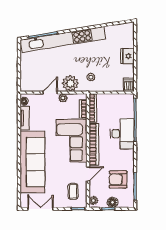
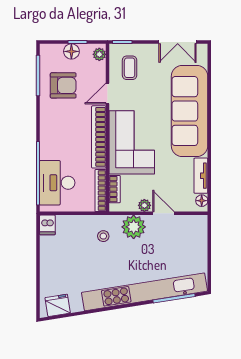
fridge: (127, 56) -> (58, 305), moved, turned -99
door: (50, 93) -> (163, 213), swing flipped
desk: (122, 134) -> (57, 183), moved

